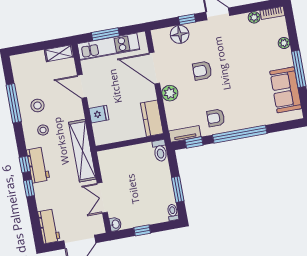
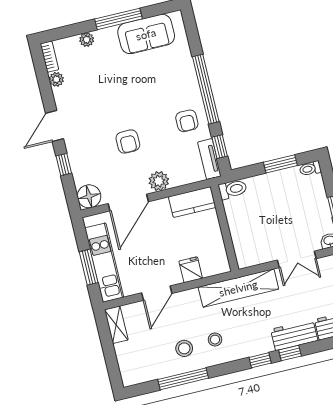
floor lamp: (180, 34) -> (89, 196), moved
workbench: (38, 165) -> (294, 335), moved

